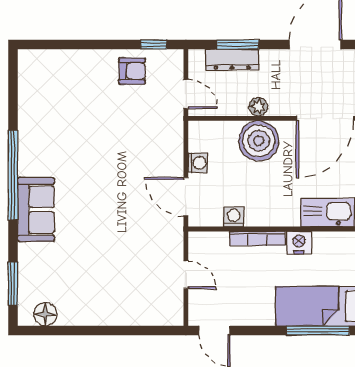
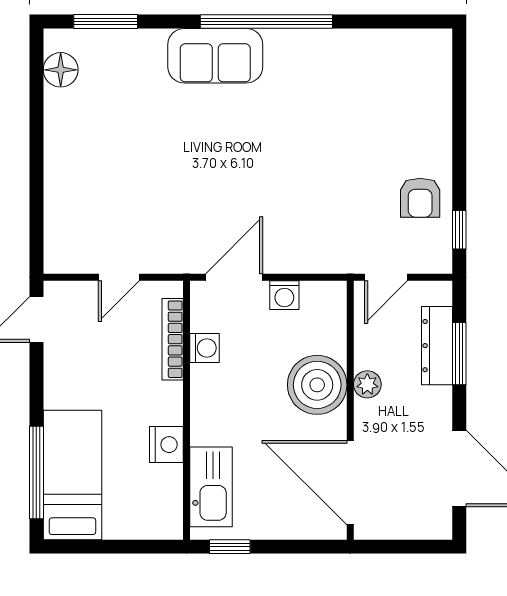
bookcase: (257, 238) -> (173, 339), moved

